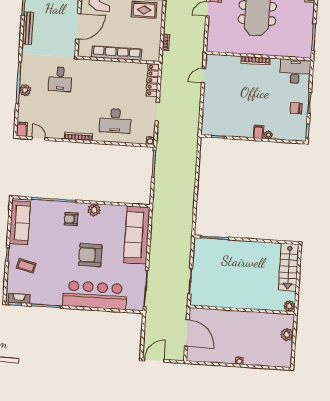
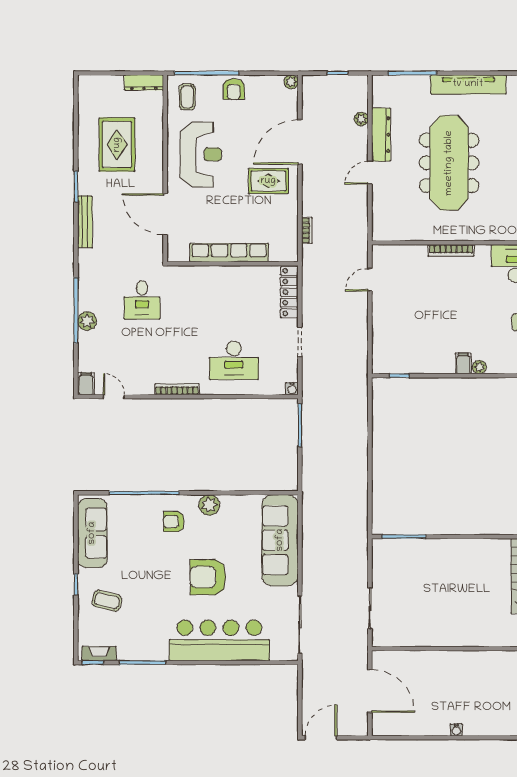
door: (78, 26) -> (165, 214), swing flipped

